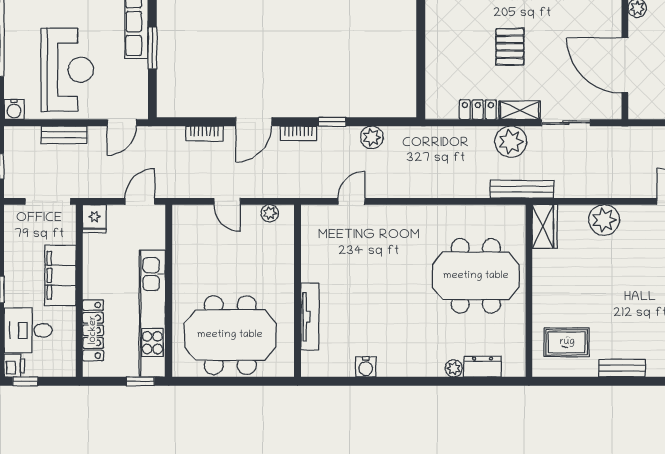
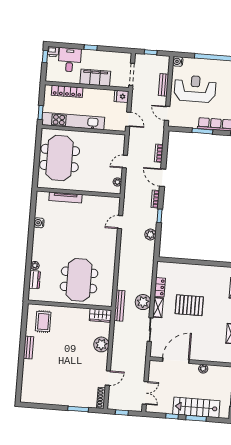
pallet: (510, 47) -> (189, 305), width x1.50, depth x1.42
reception desk: (67, 70) -> (195, 89), turned 180
door: (351, 201) -> (120, 222), swing flipped

